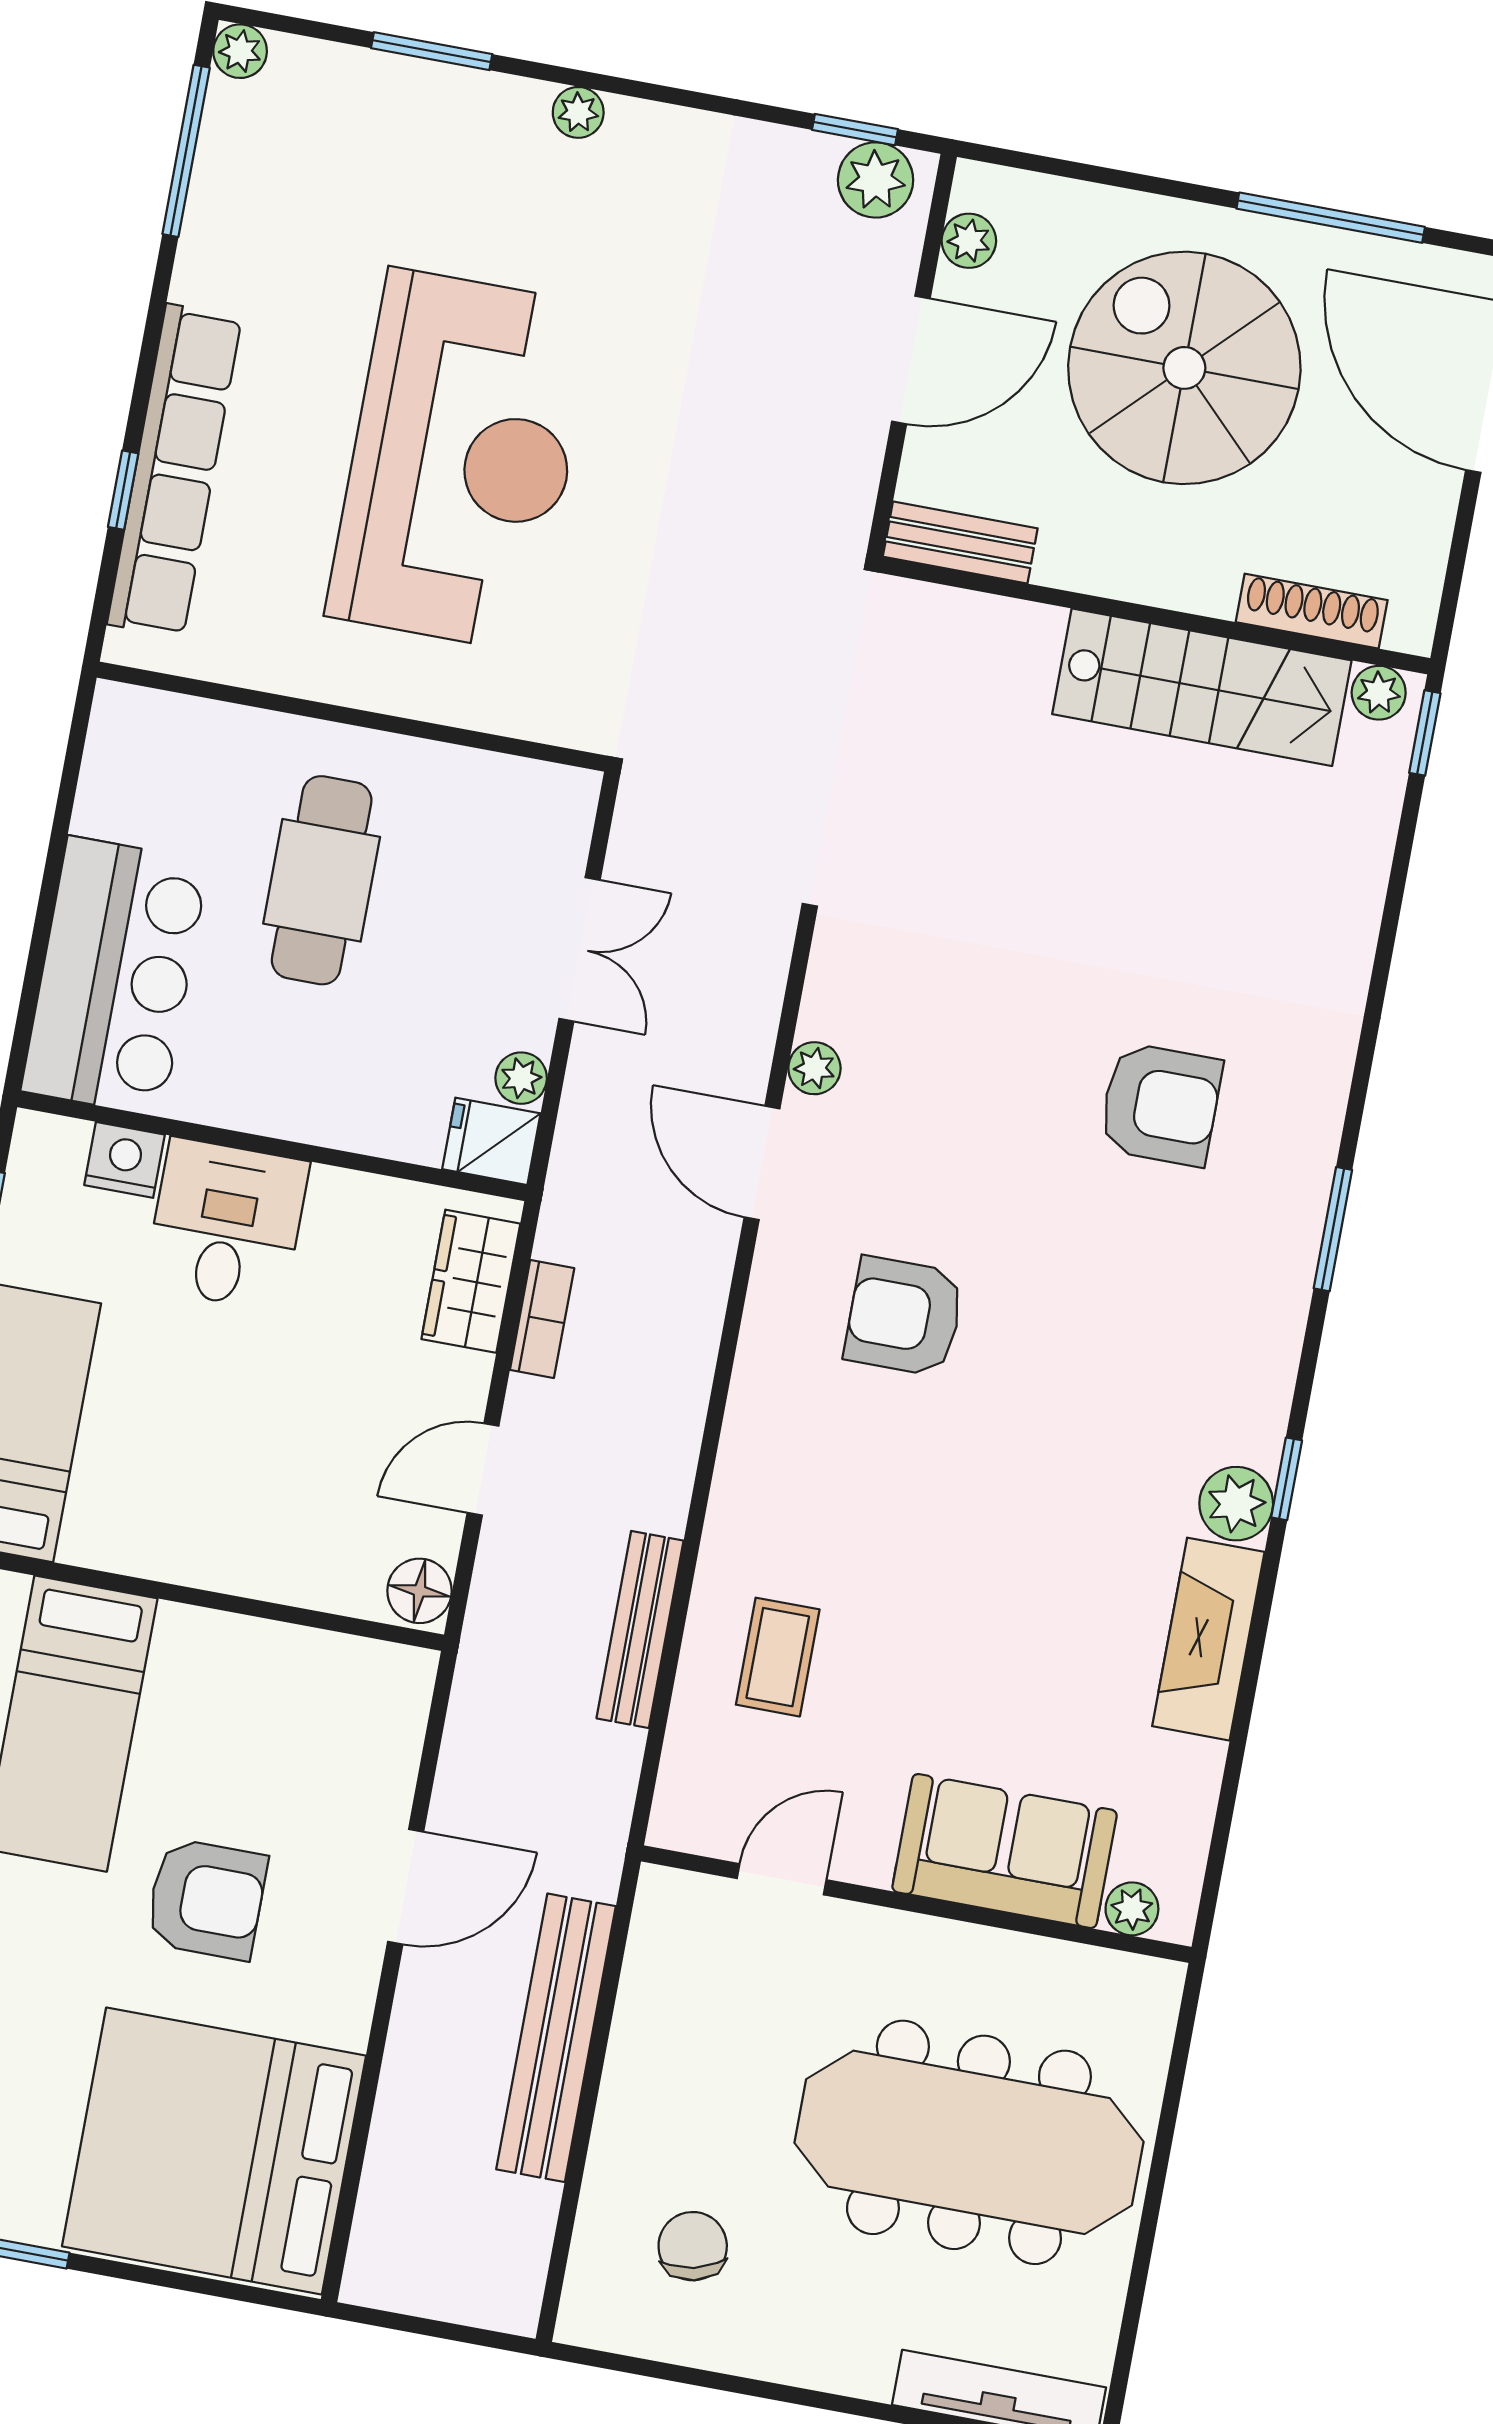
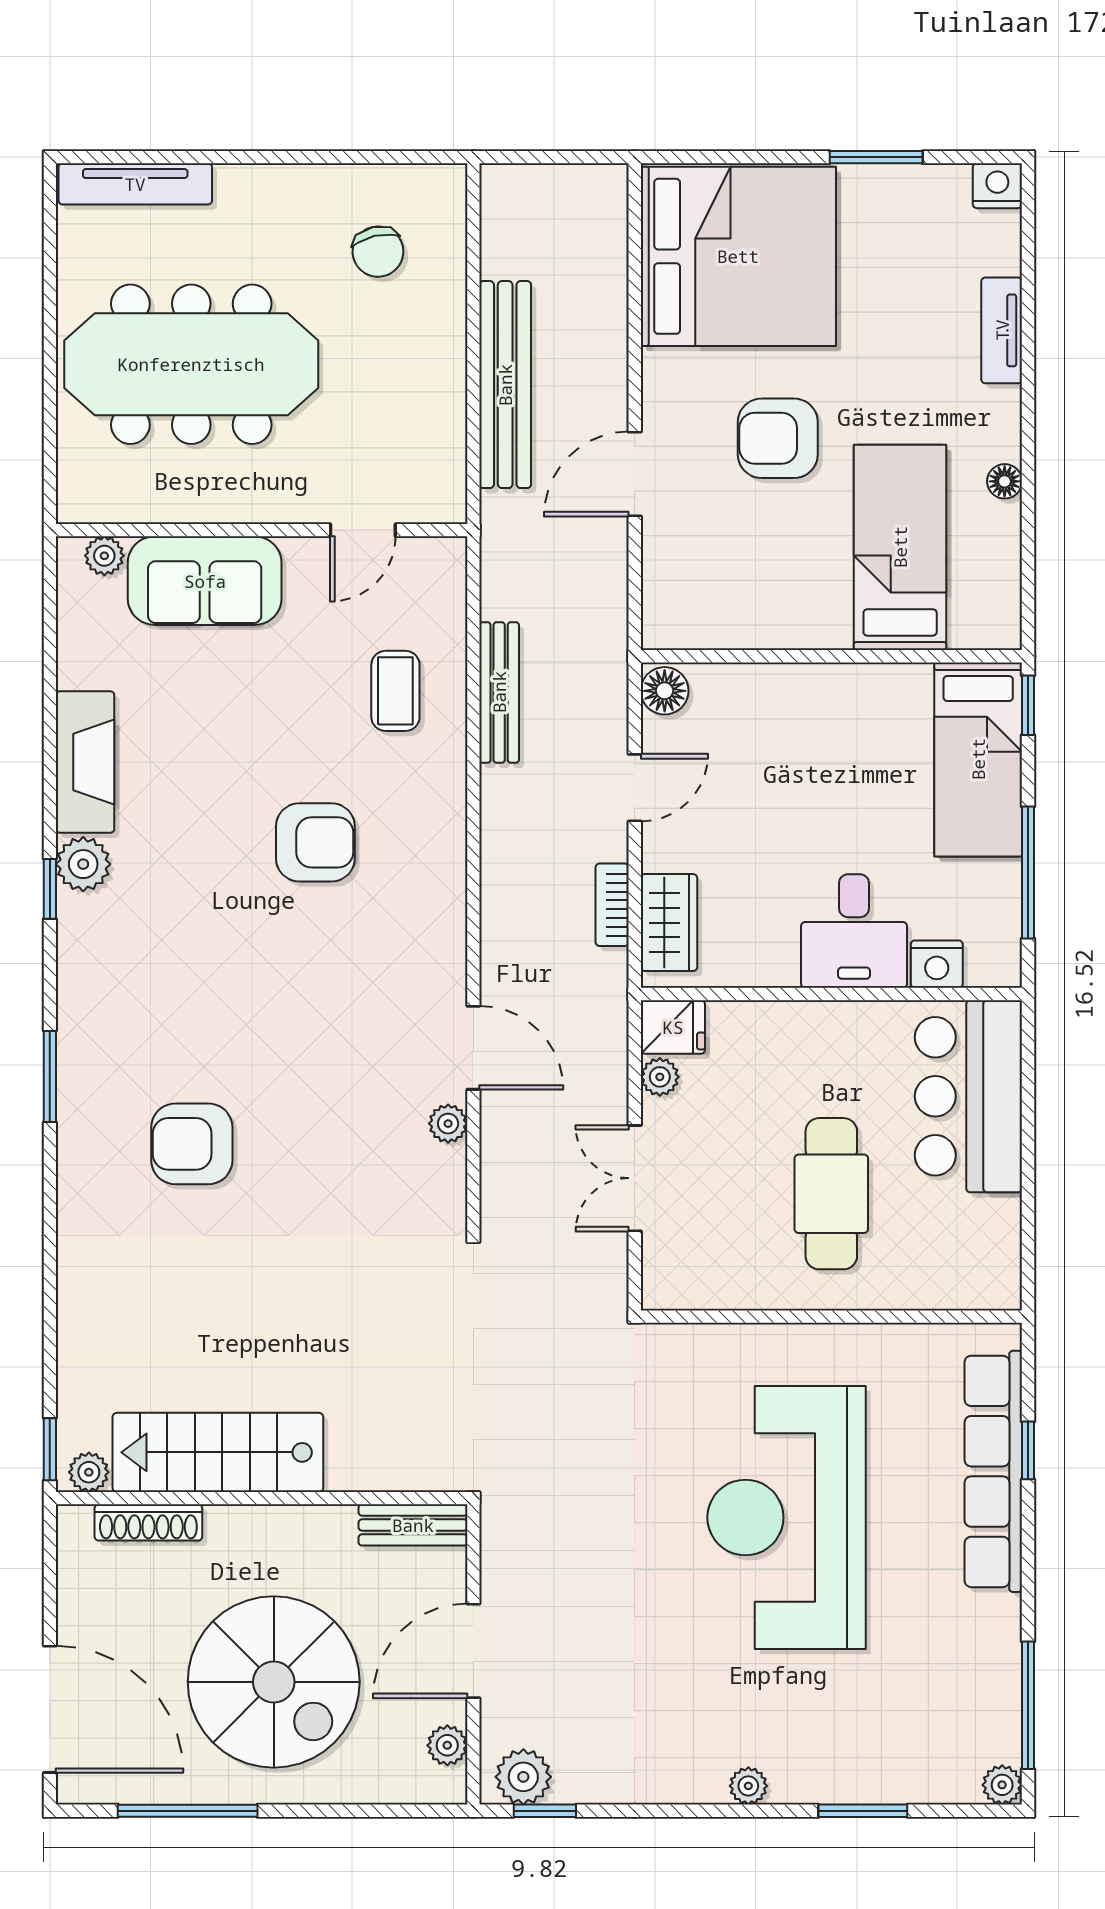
armchair: (904, 1316) -> (315, 842), moved

